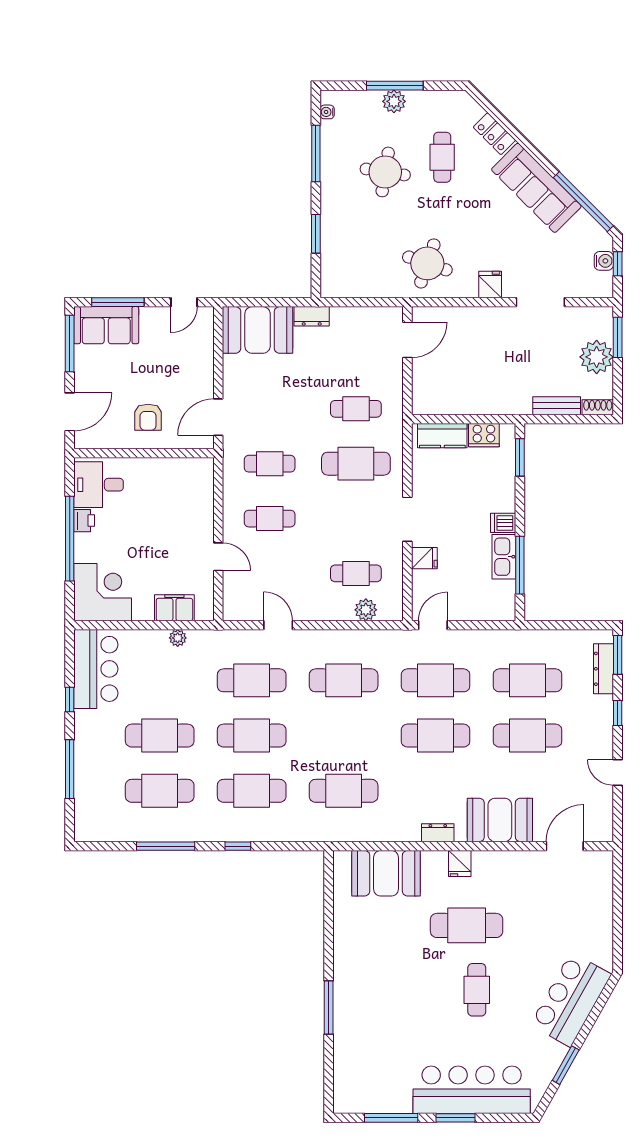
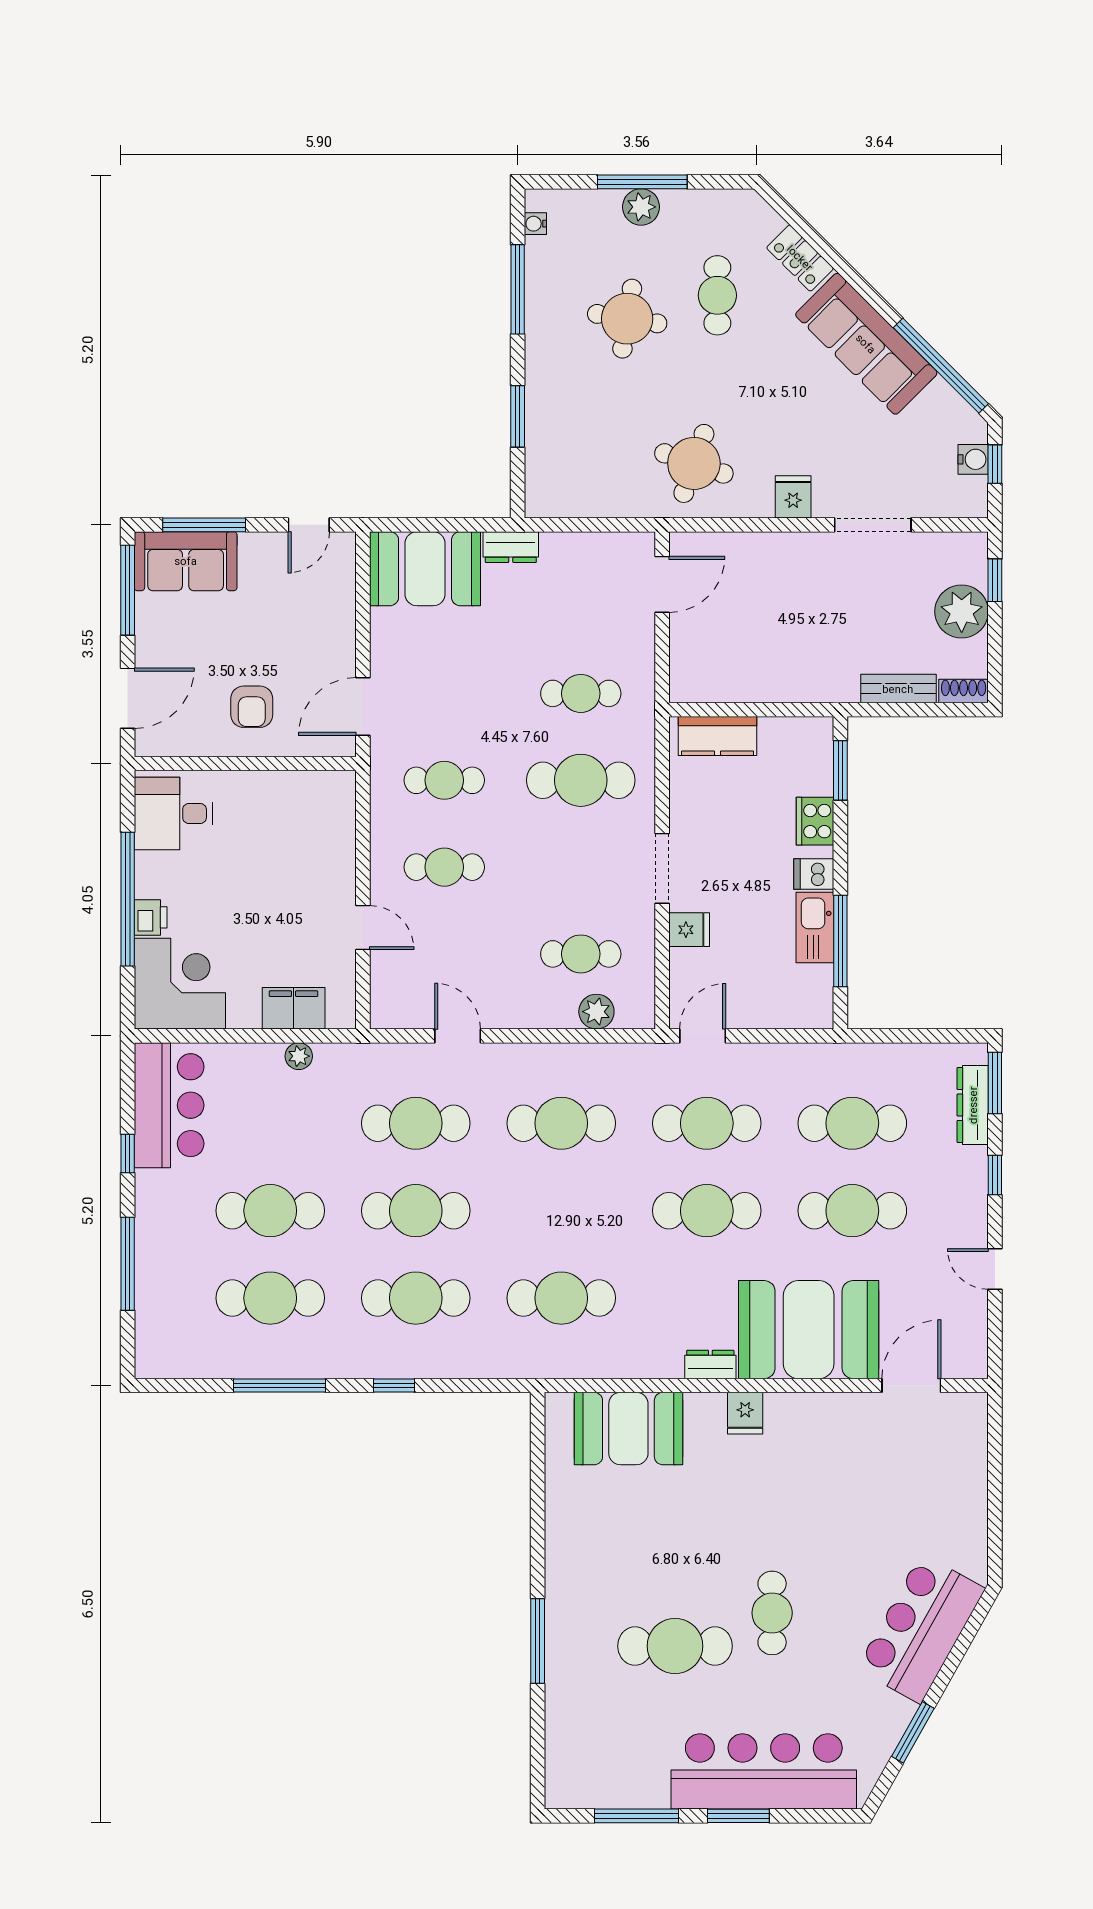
window: (618, 337) -> (995, 580), width x0.67
cooker: (484, 435) -> (815, 821), moved, turned 90
printer: (84, 521) -> (151, 917), moved
booth: (500, 820) -> (809, 1330), width x1.36, depth x1.42
cafe table: (467, 925) -> (675, 1646), moved

